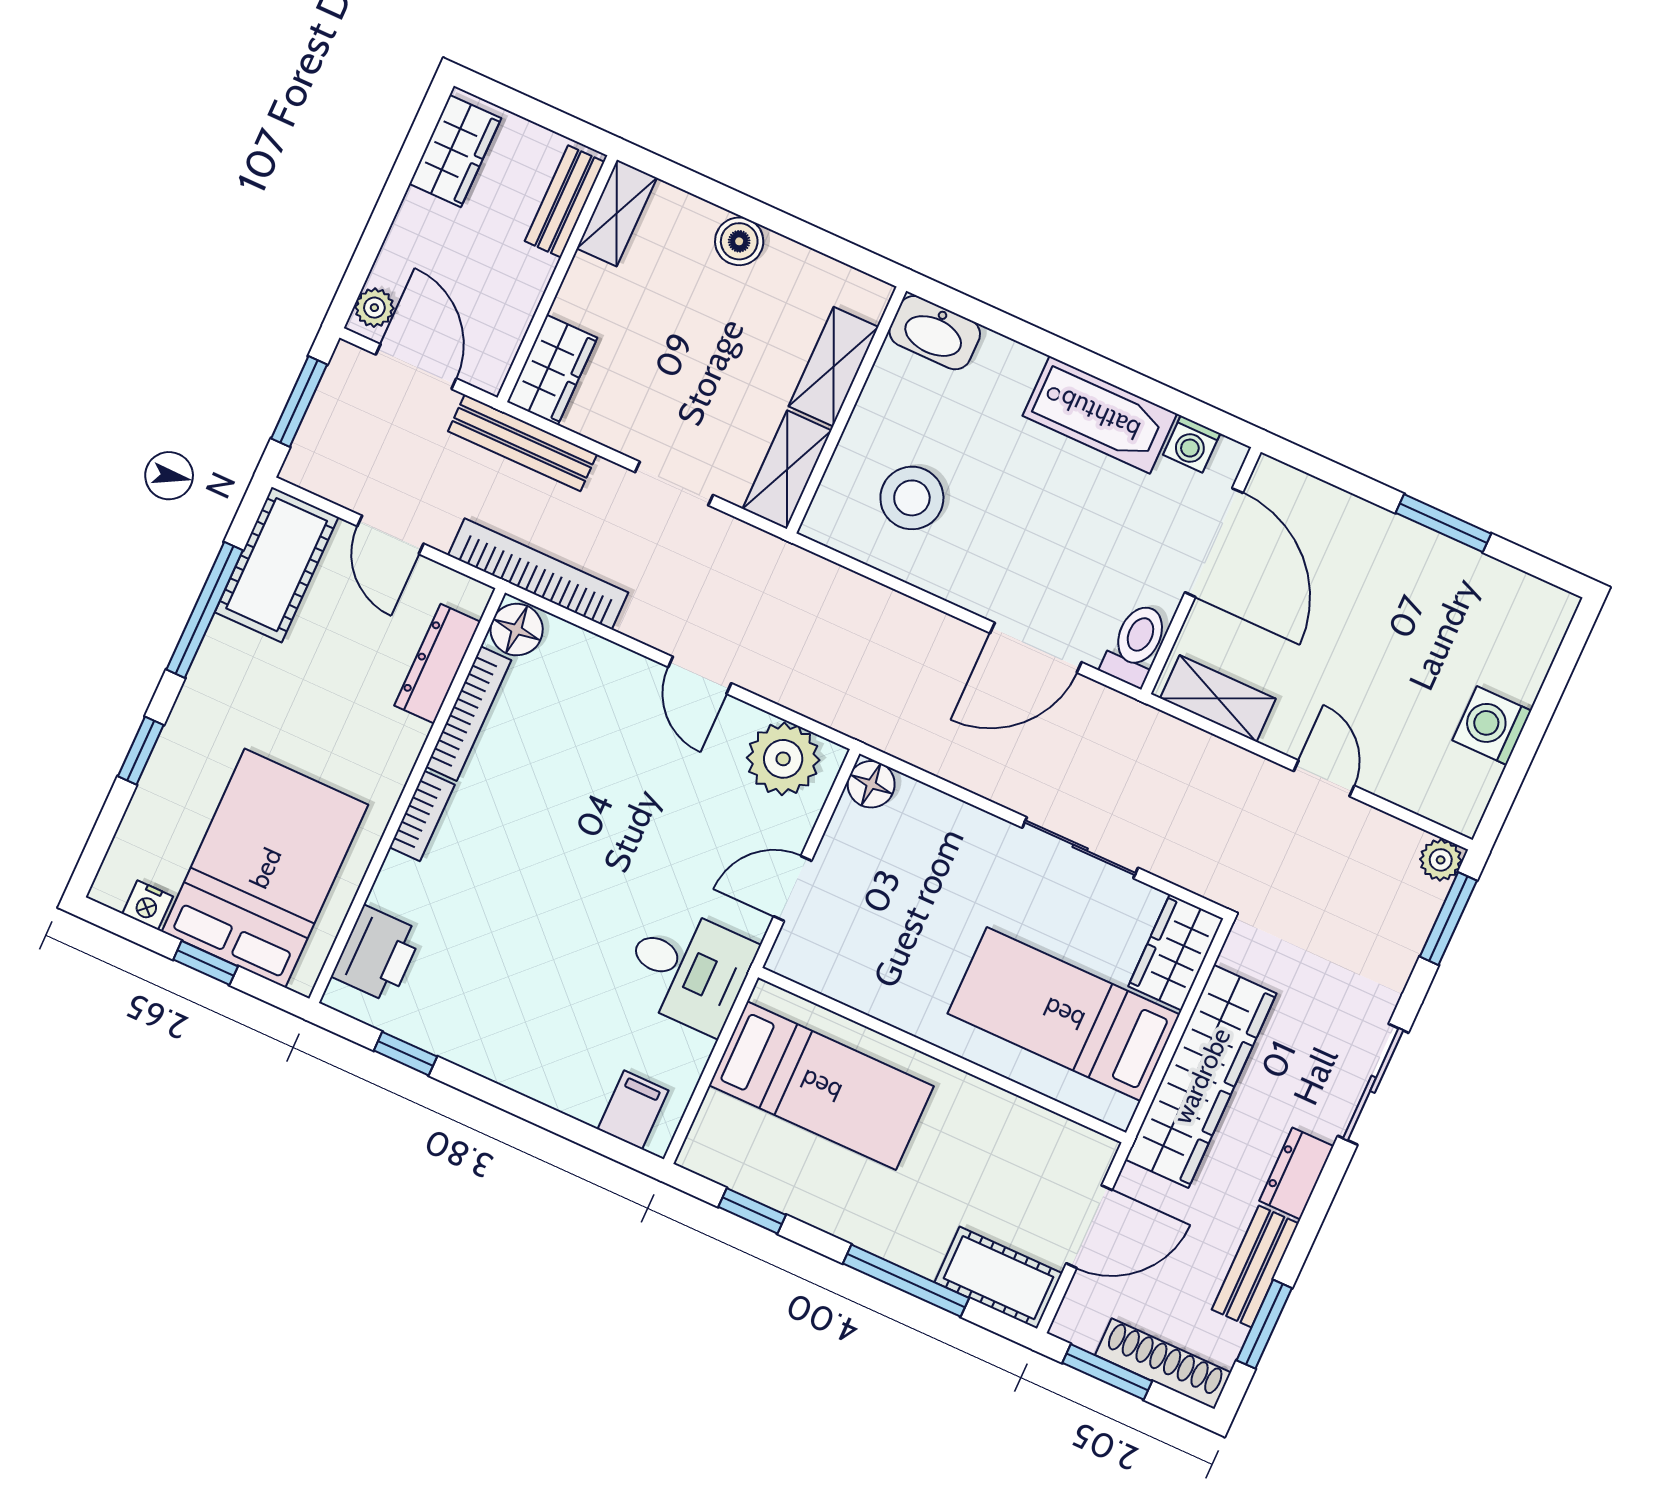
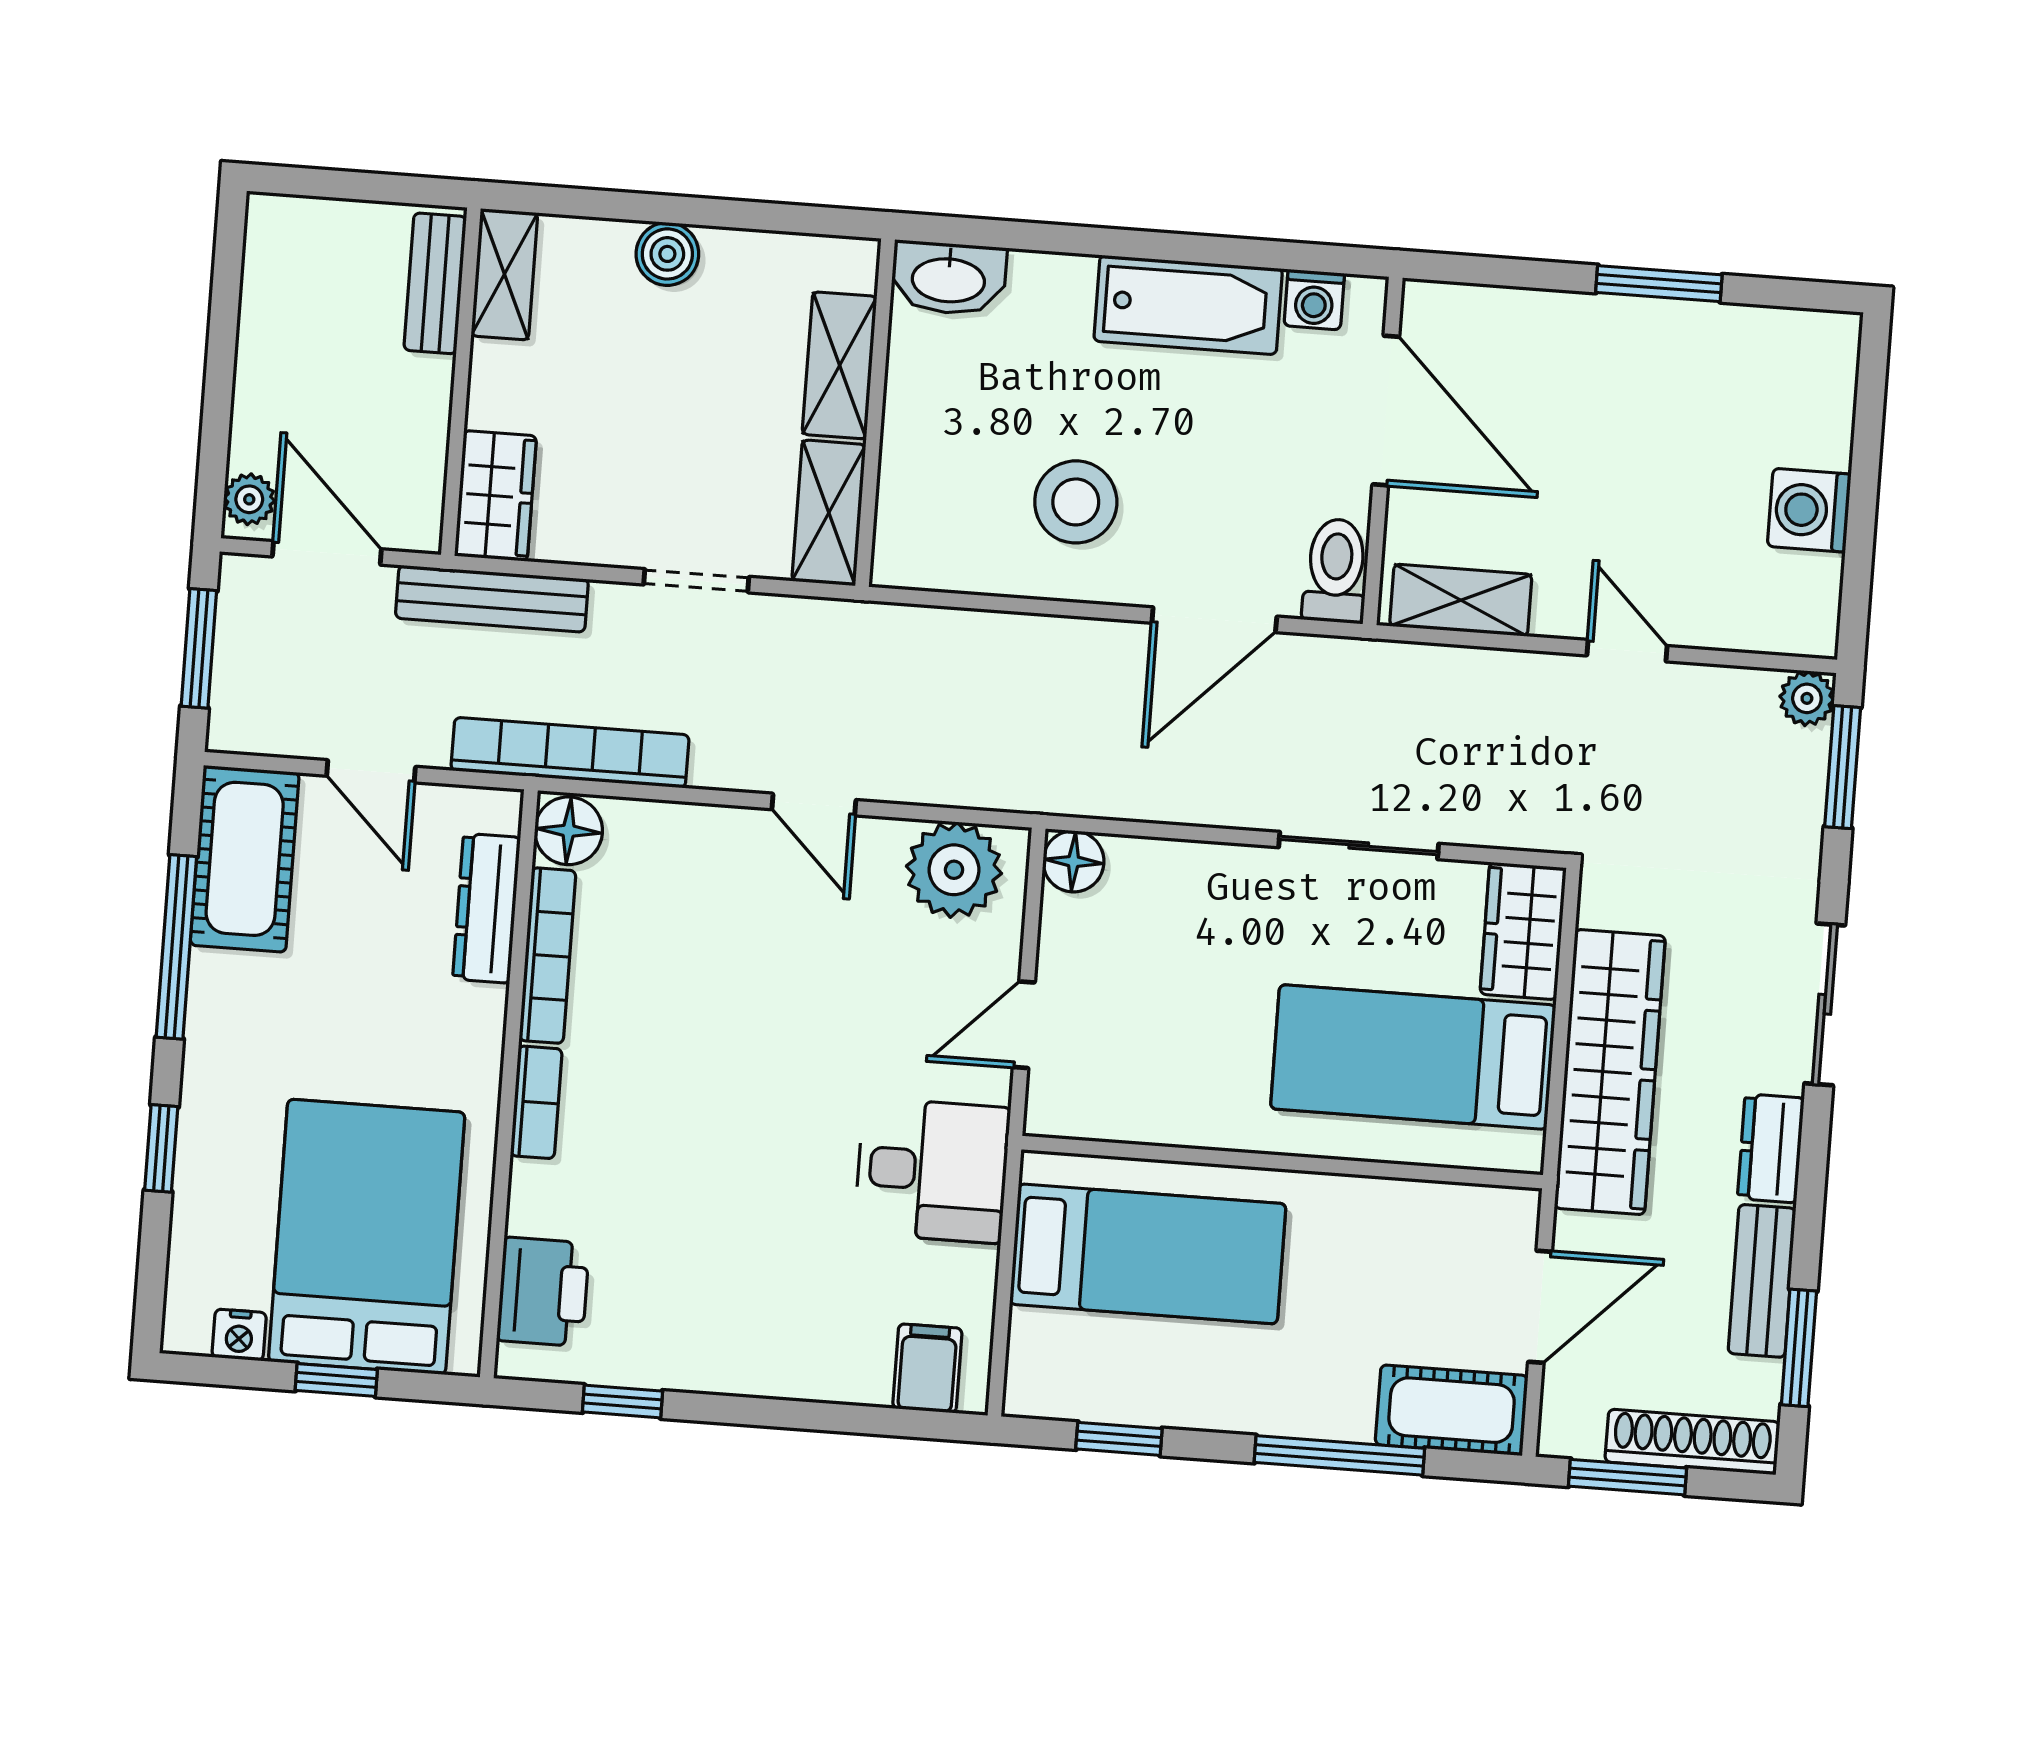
wardrobe: (455, 151) -> (278, 271), removed
stool: (912, 498) -> (1076, 502), moved

